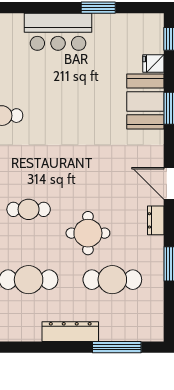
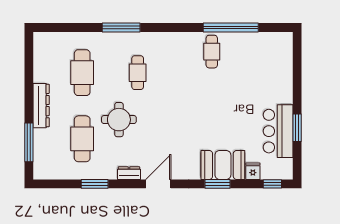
bar counter: (58, 32) -> (278, 131), moved

